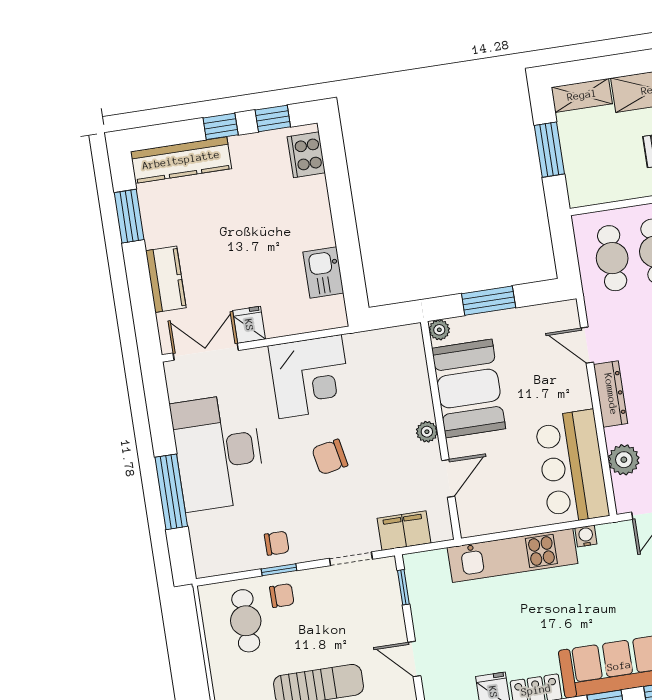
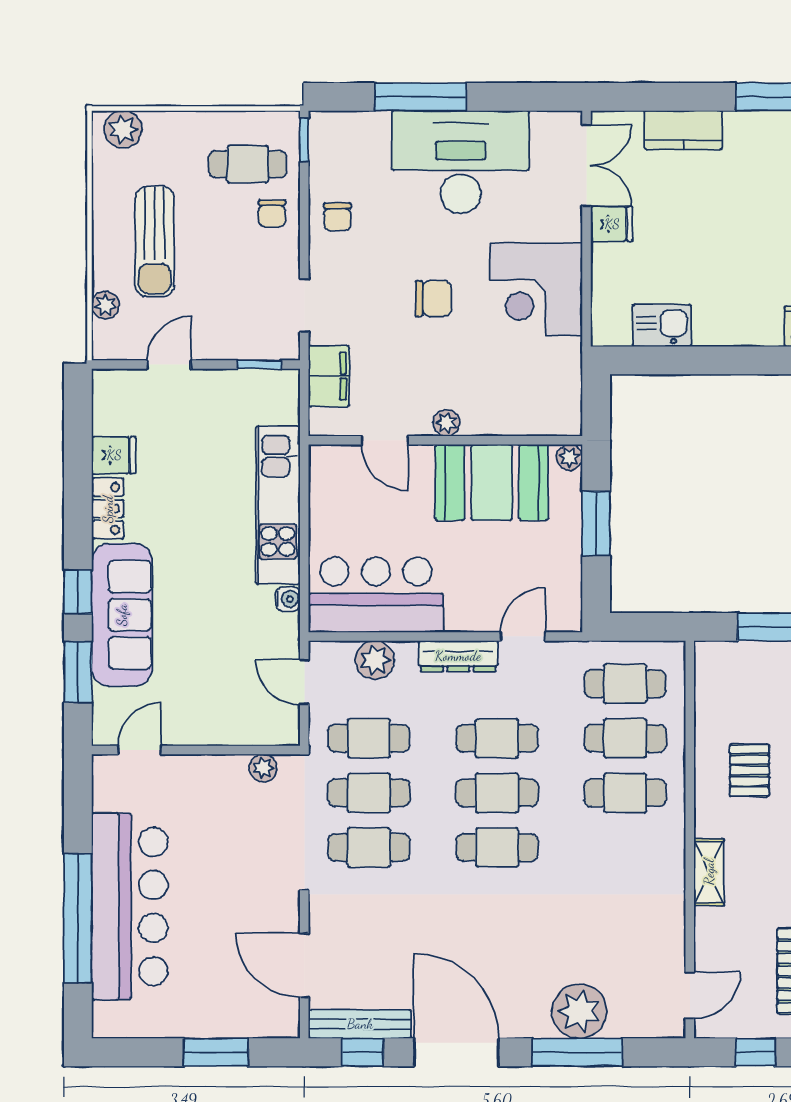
chair: (330, 457) -> (434, 299), turned 101
window: (279, 570) -> (304, 140), moved

